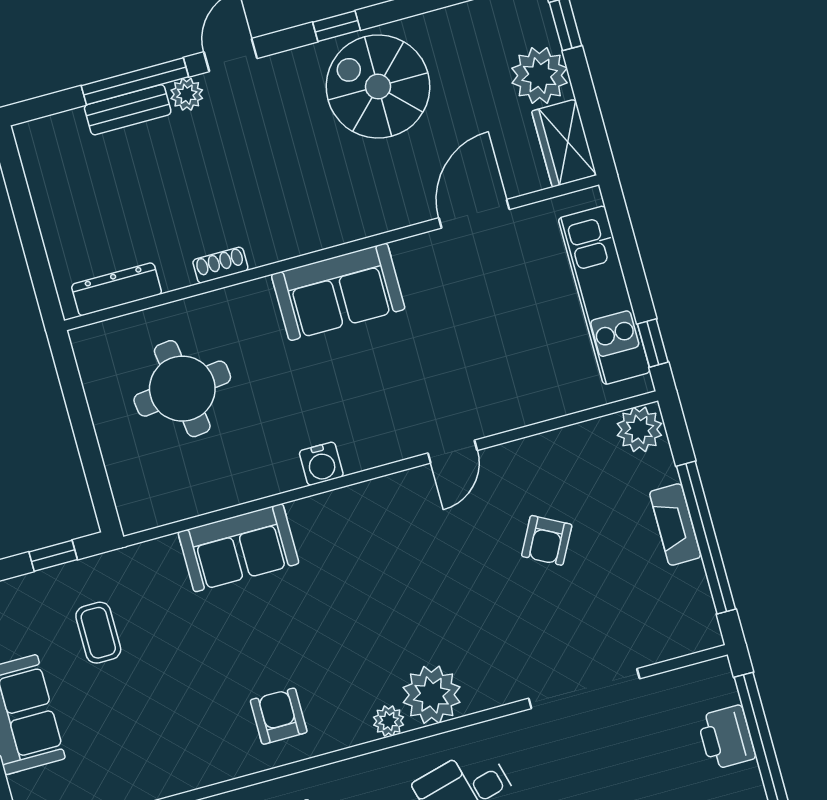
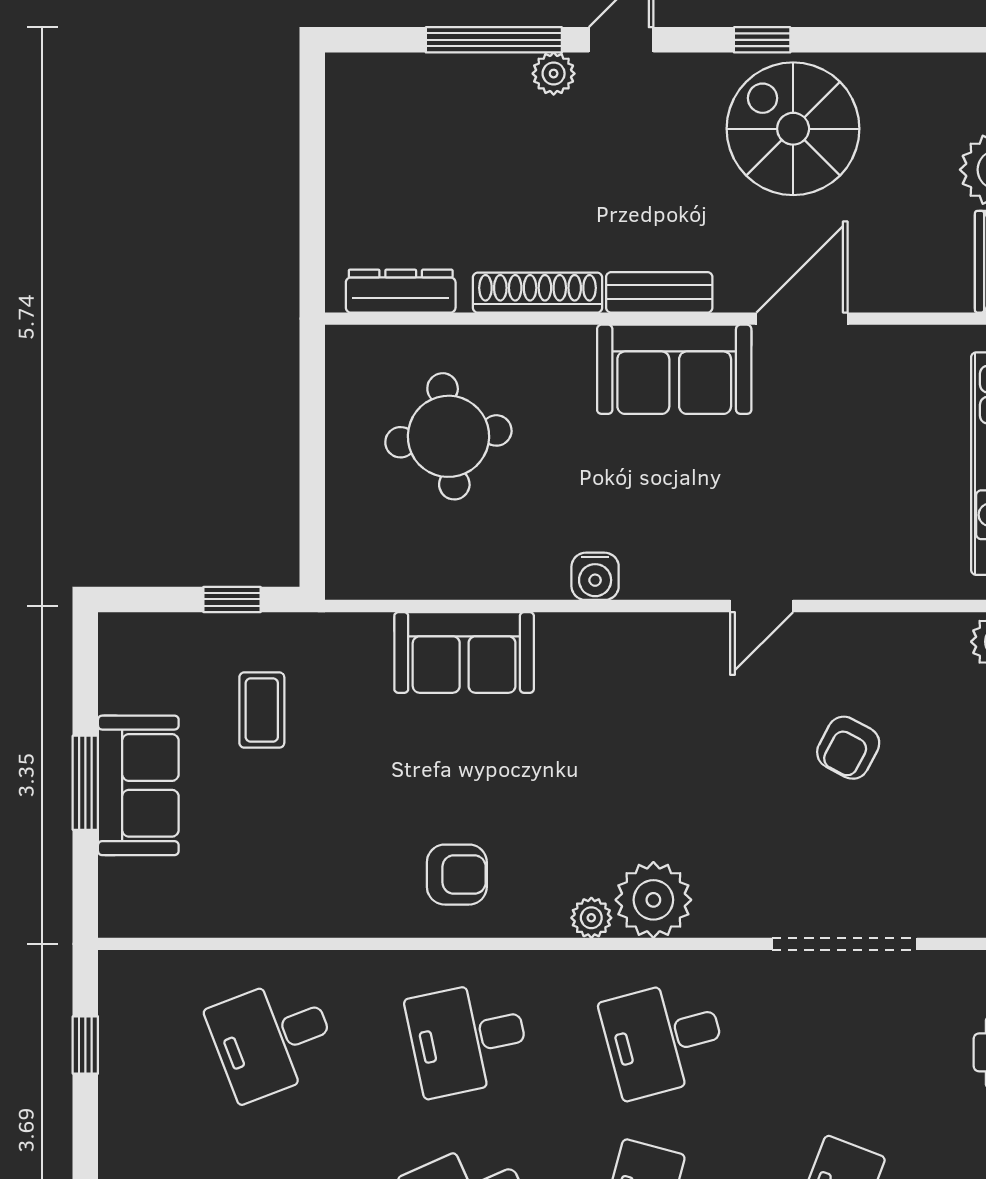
bench: (128, 110) -> (659, 292), moved
door: (474, 214) -> (802, 319), moved
shoe rack: (220, 265) -> (537, 293), width x1.94, depth x1.24
armchair: (279, 716) -> (457, 875), turned 90

